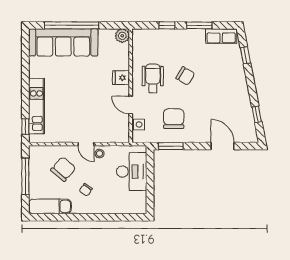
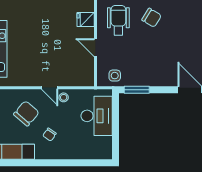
chair: (174, 119) -> (140, 62), removed
side table: (139, 125) -> (115, 76), moved

